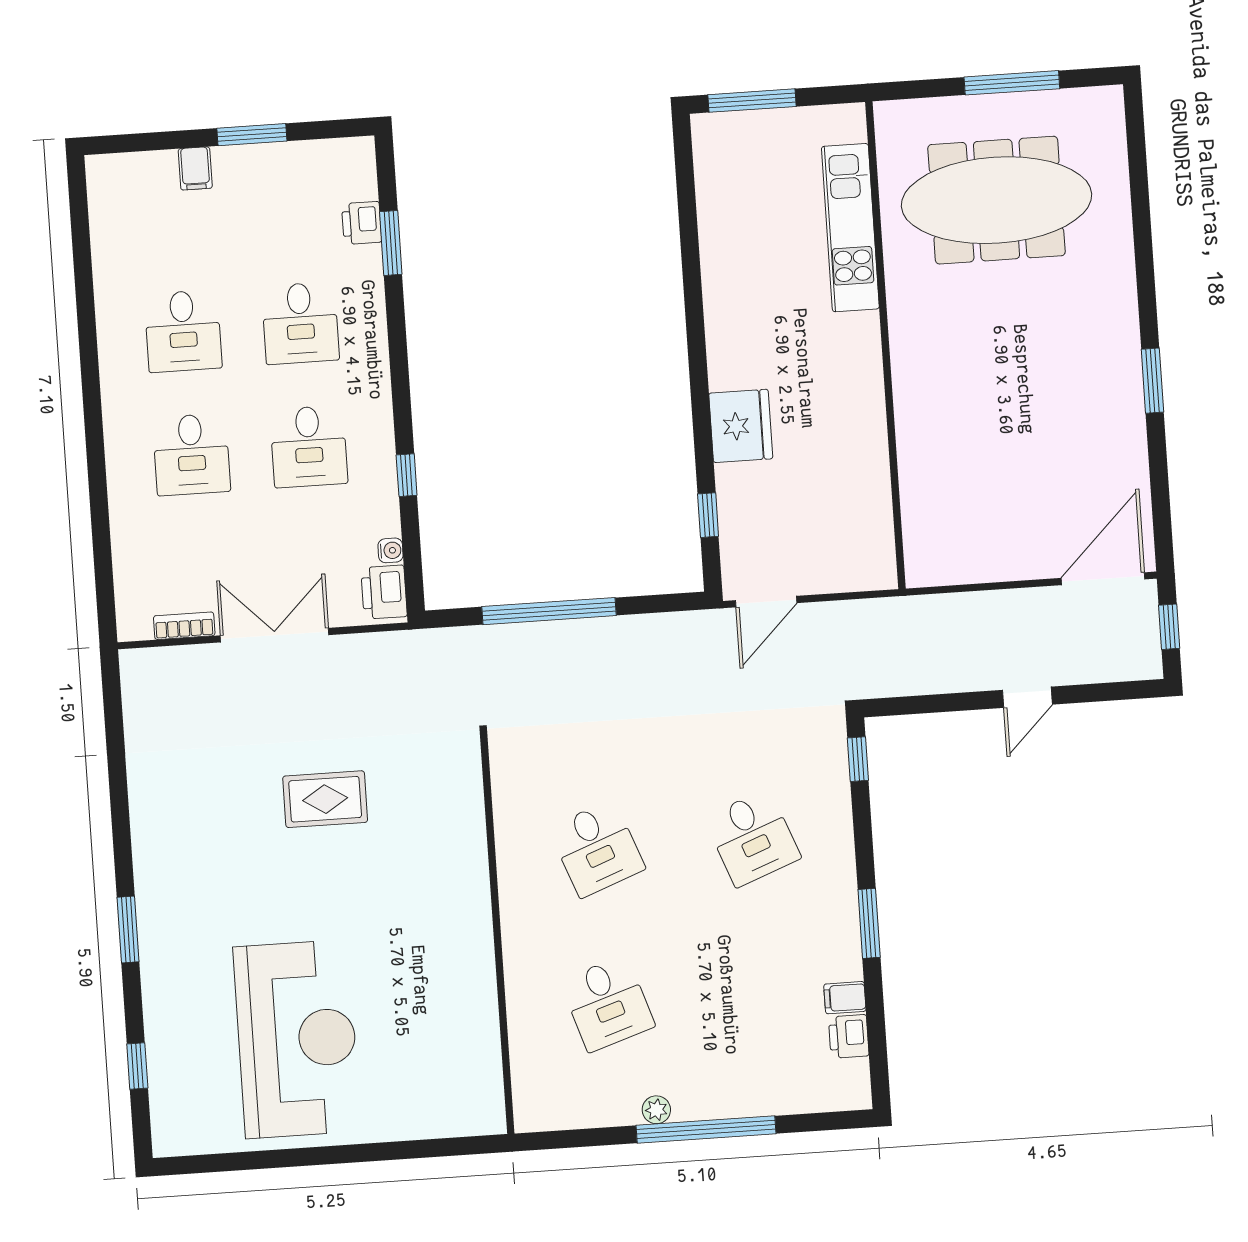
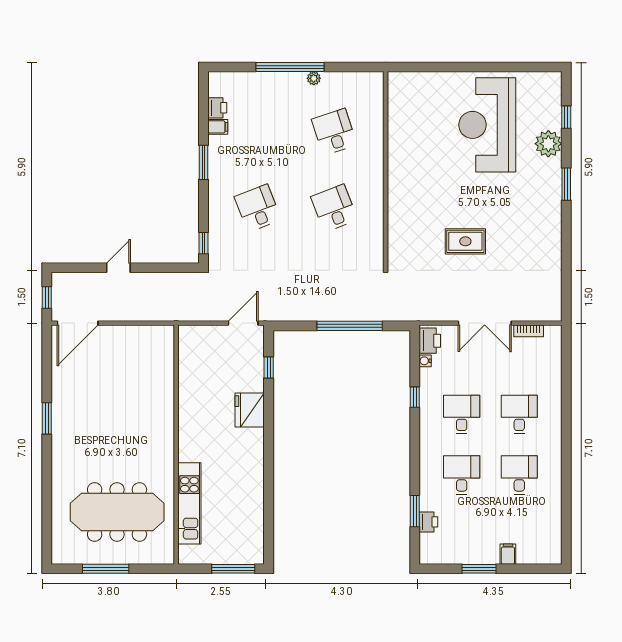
plant: (170, 1009) -> (548, 144), added

